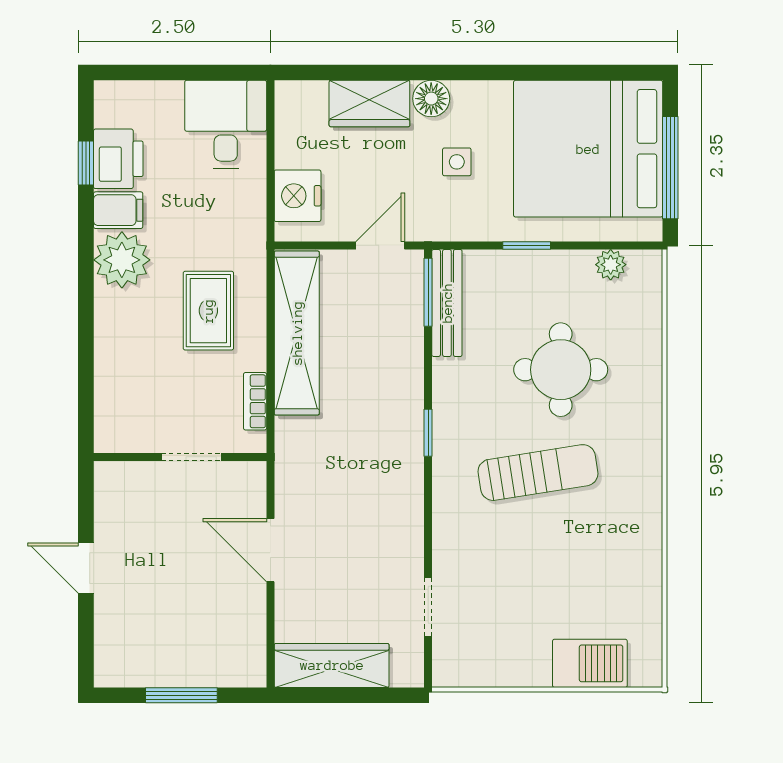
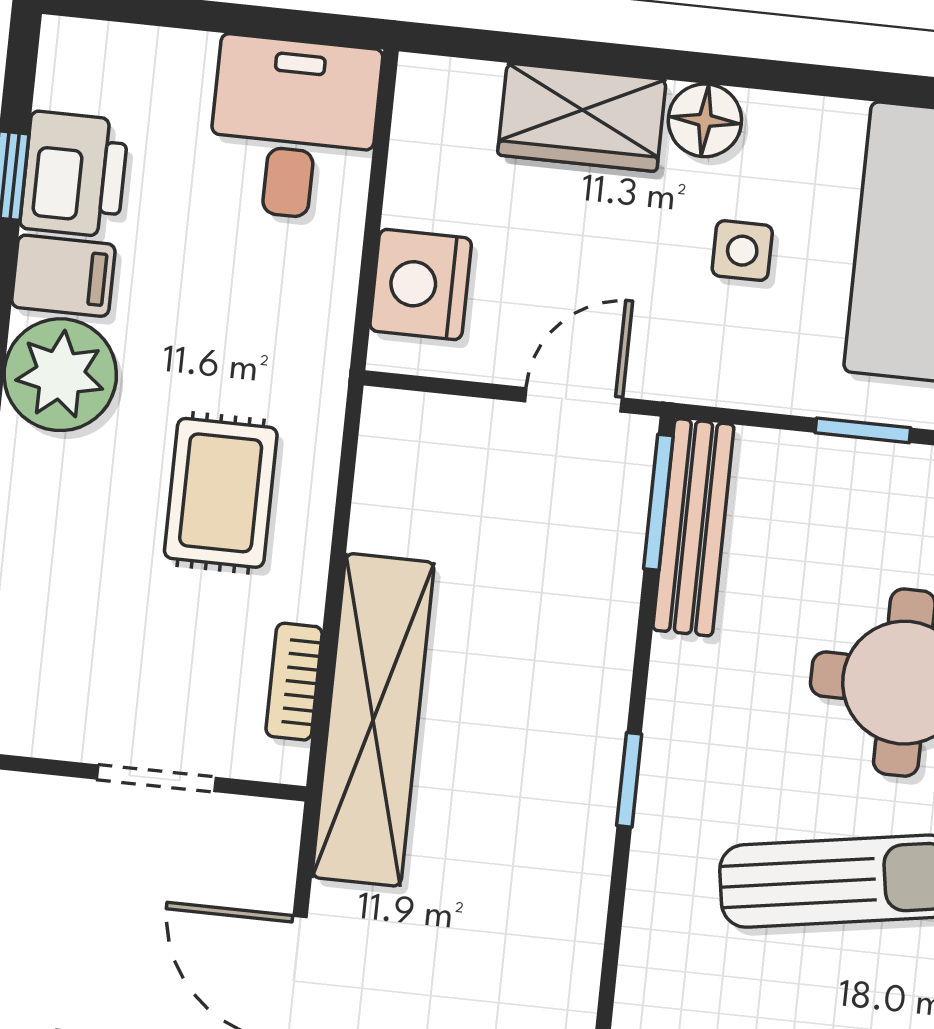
shelving: (297, 333) -> (373, 720), moved

